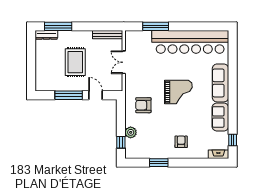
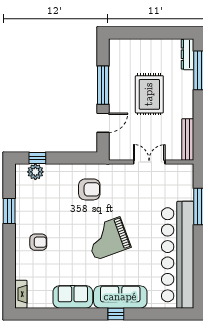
rug: (75, 62) -> (149, 94), turned 90
grand piano: (178, 92) -> (108, 238), turned 70
armchair: (143, 105) -> (89, 189), turned 90
plant: (131, 132) -> (35, 172), moved
window: (233, 140) -> (116, 314), moved

